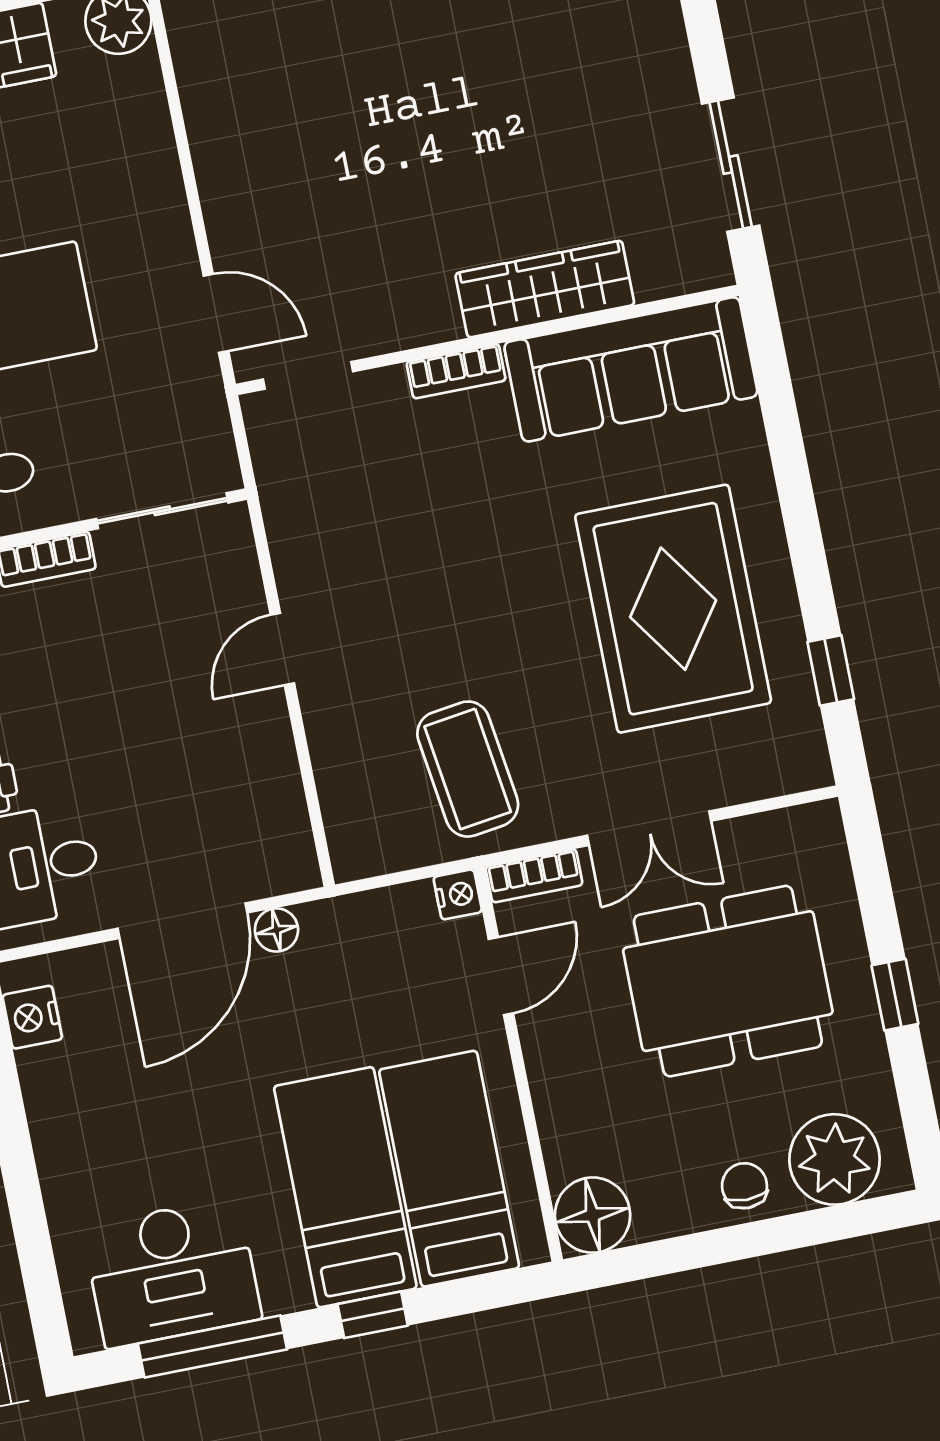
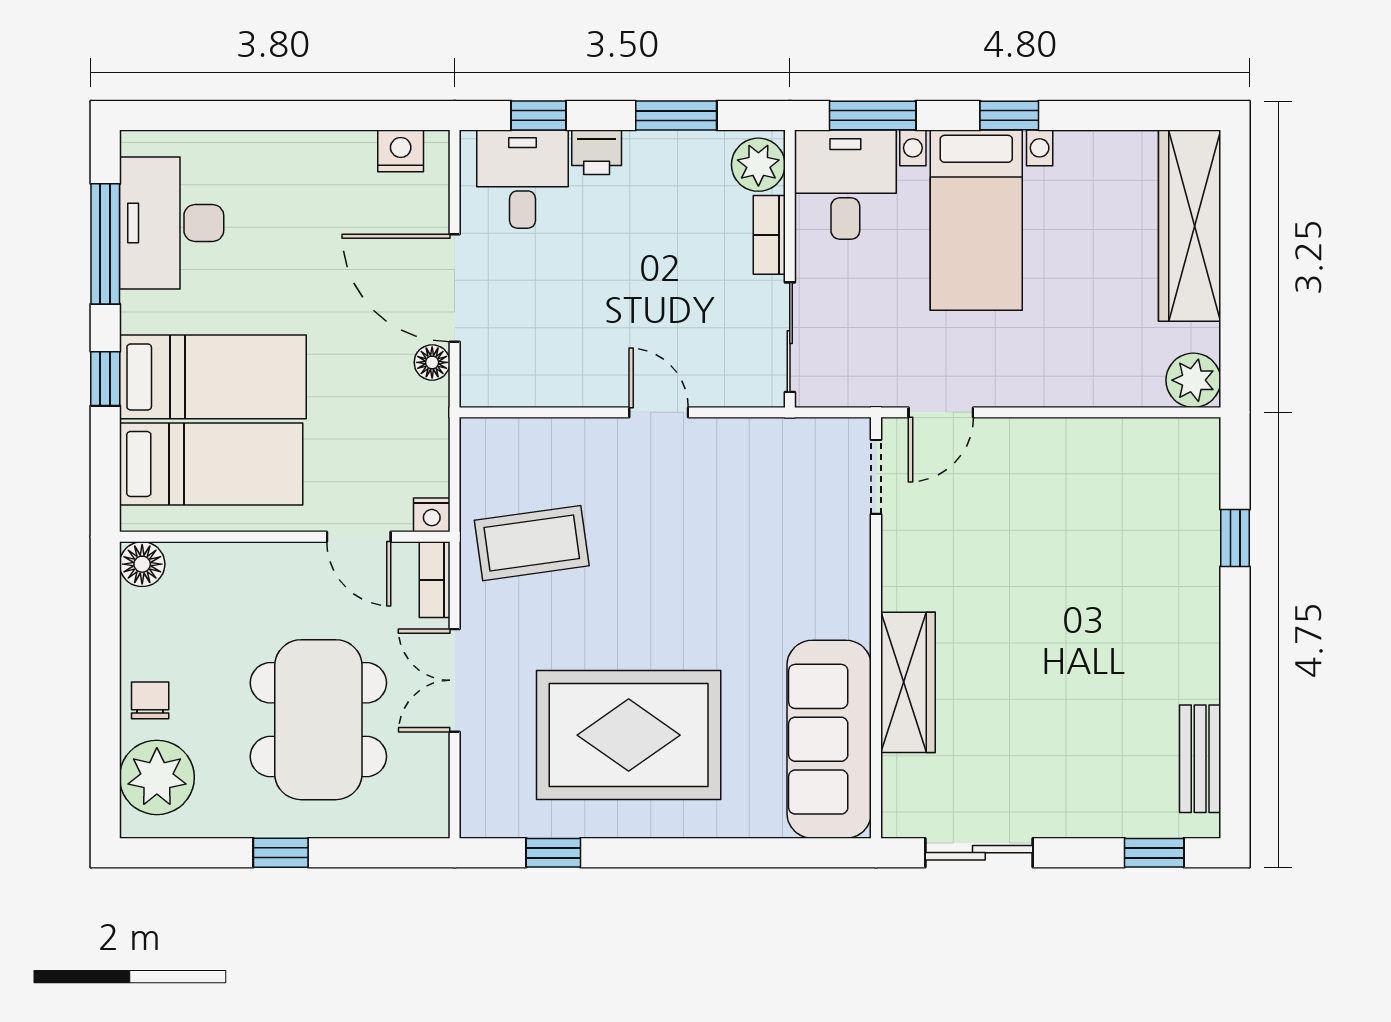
bookcase: (456, 371) -> (856, 597), removed
chair: (744, 1186) -> (150, 700), turned -90
floor lamp: (593, 1215) -> (142, 564), width x0.73, depth x0.73

